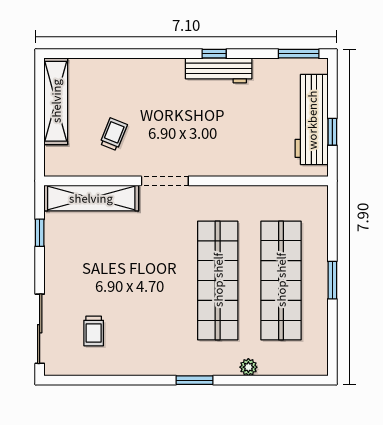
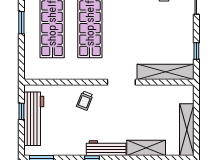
workbench: (219, 70) -> (106, 148), moved
shelving: (124, 71) -> (146, 148), added
trolley: (114, 134) -> (85, 101), moved

